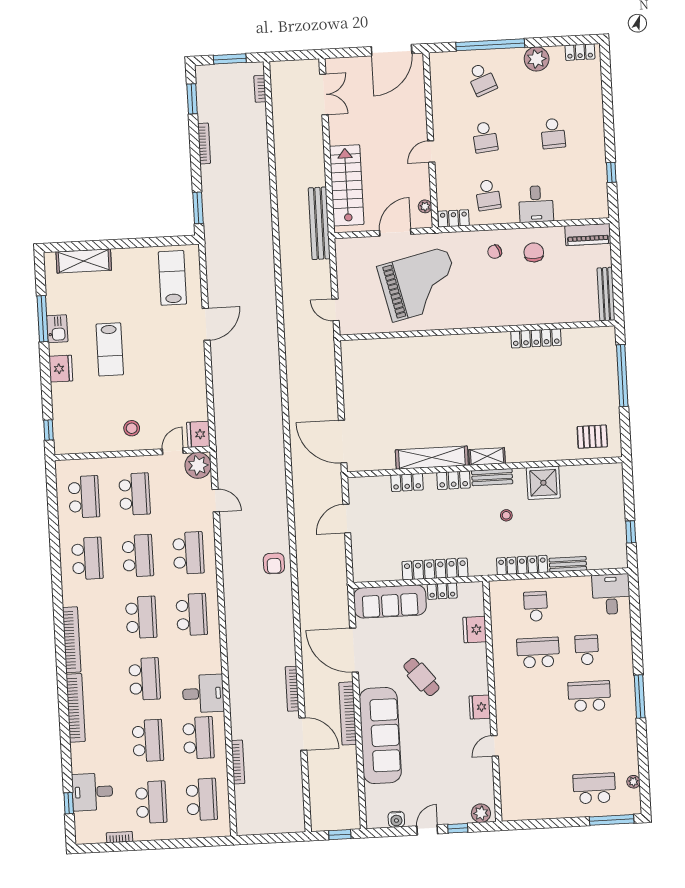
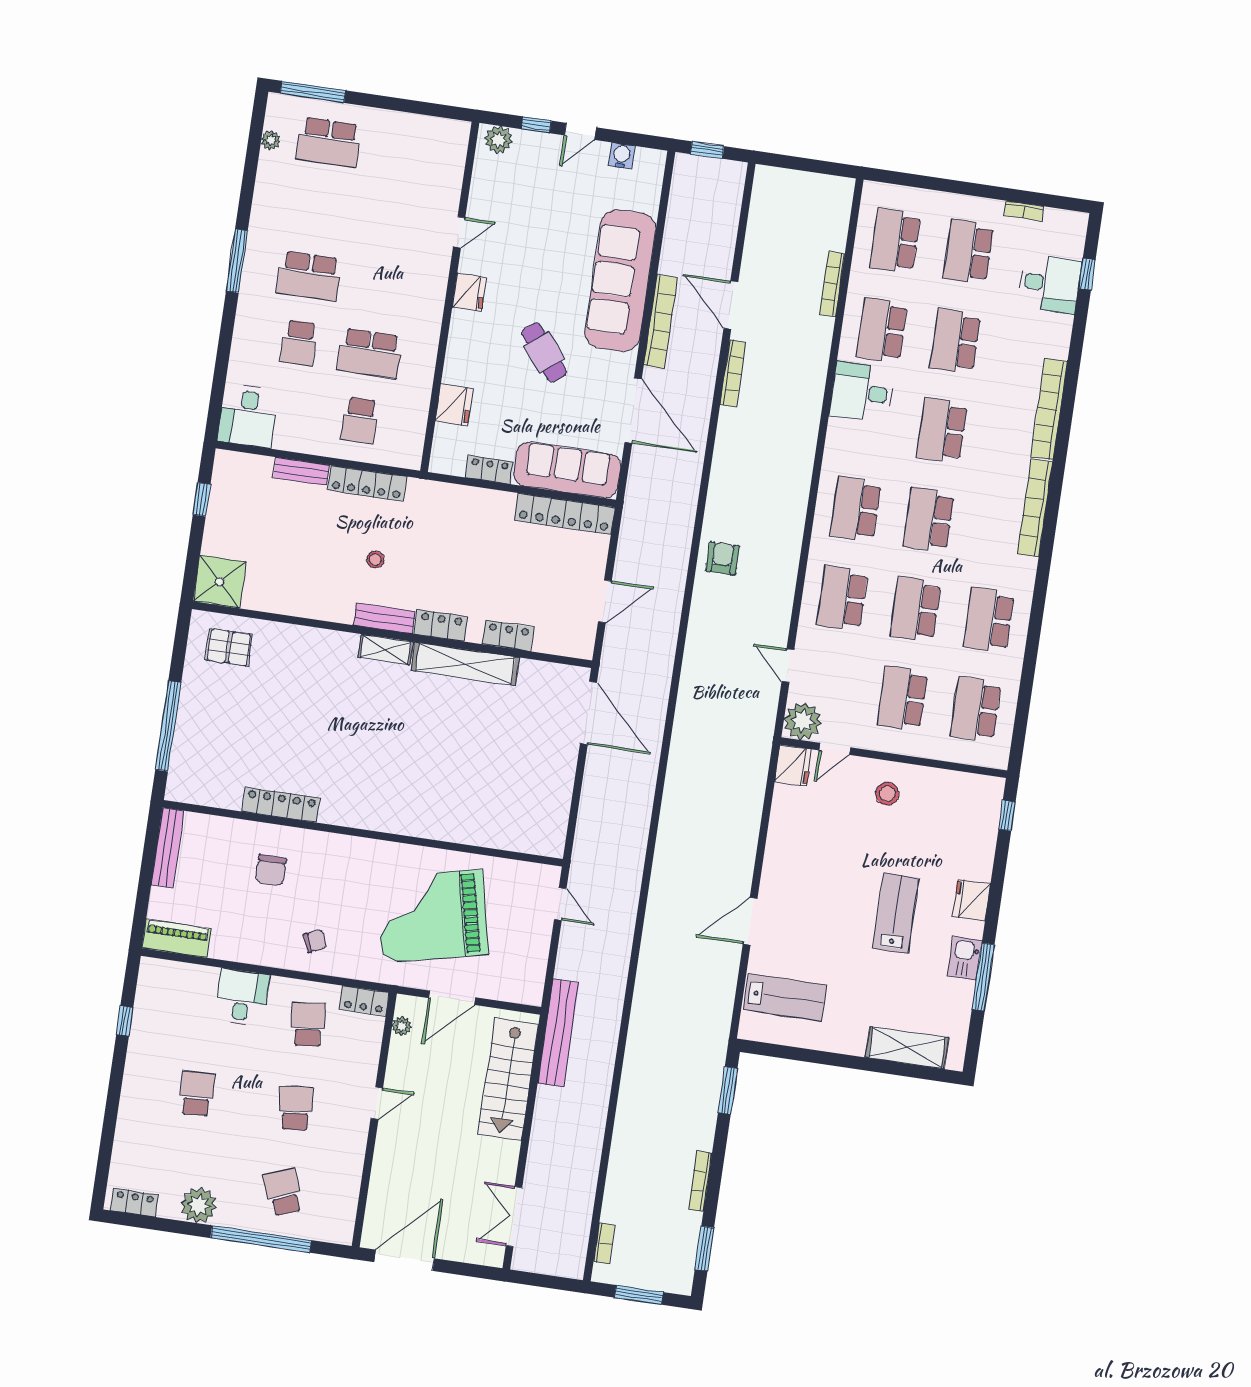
chair: (534, 252) -> (271, 870), moved
lab bench: (172, 278) -> (785, 997), turned -90
shower: (543, 483) -> (220, 582), moved
locker: (435, 569) -> (565, 514), moved

